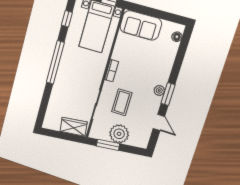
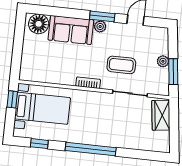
sofa: (141, 25) -> (71, 30), moved, turned 90
floor lamp: (177, 37) -> (39, 24), width x1.89, depth x1.89
plant: (119, 134) -> (163, 61), width x0.53, depth x0.53

